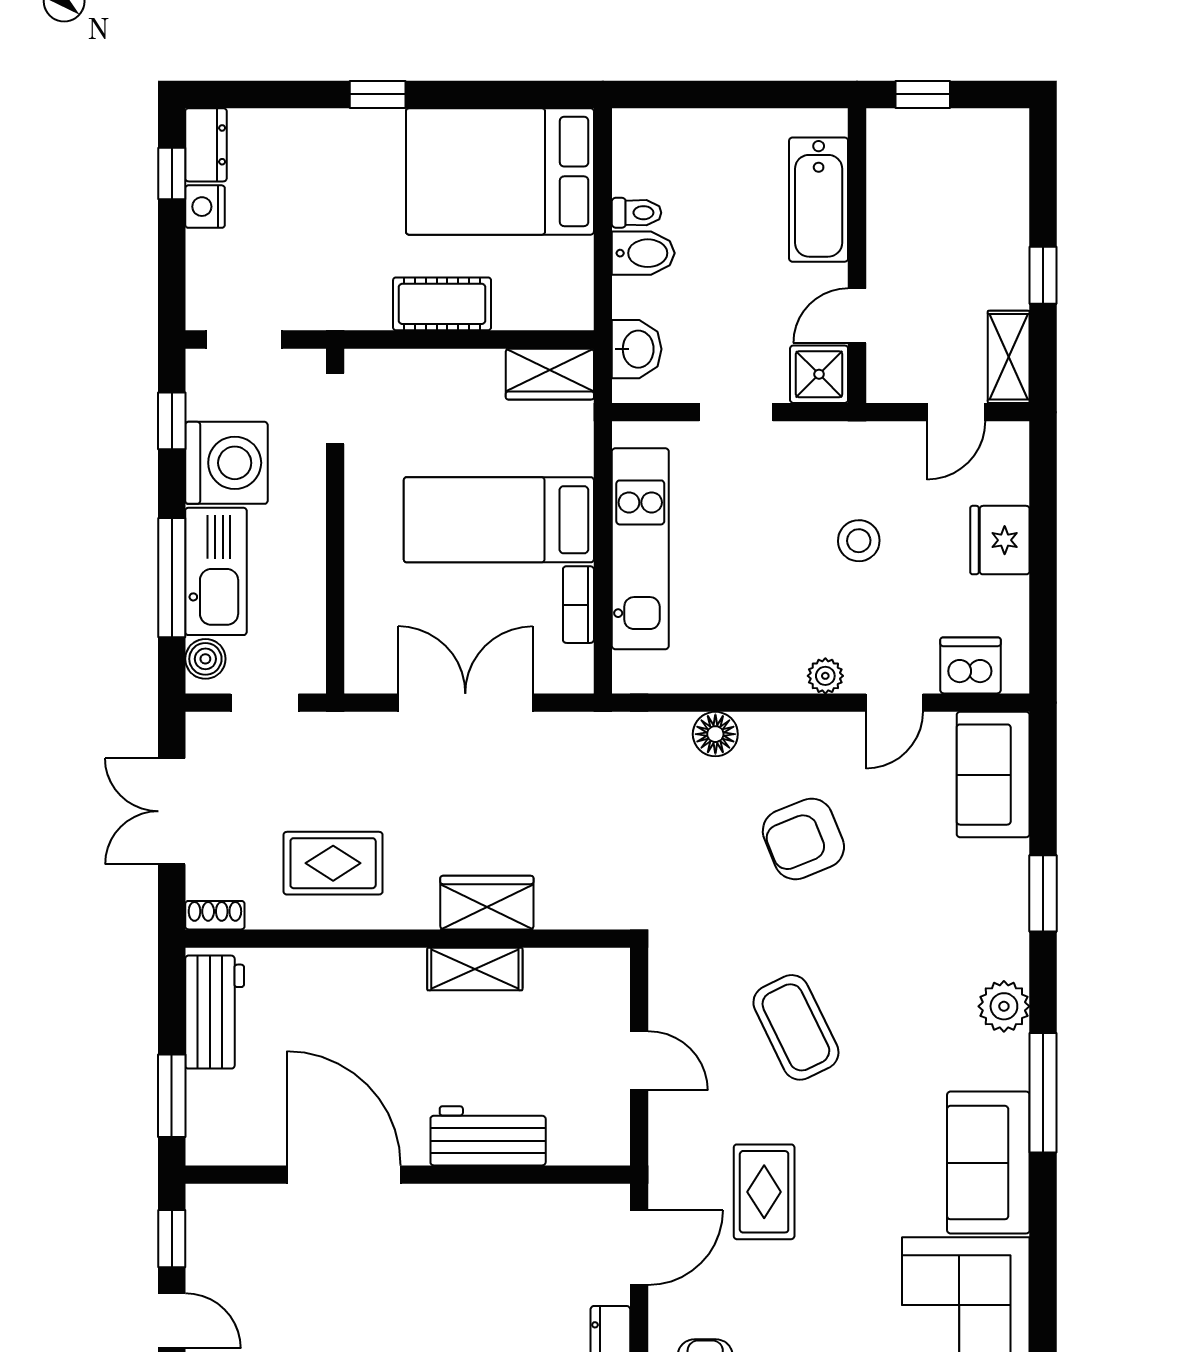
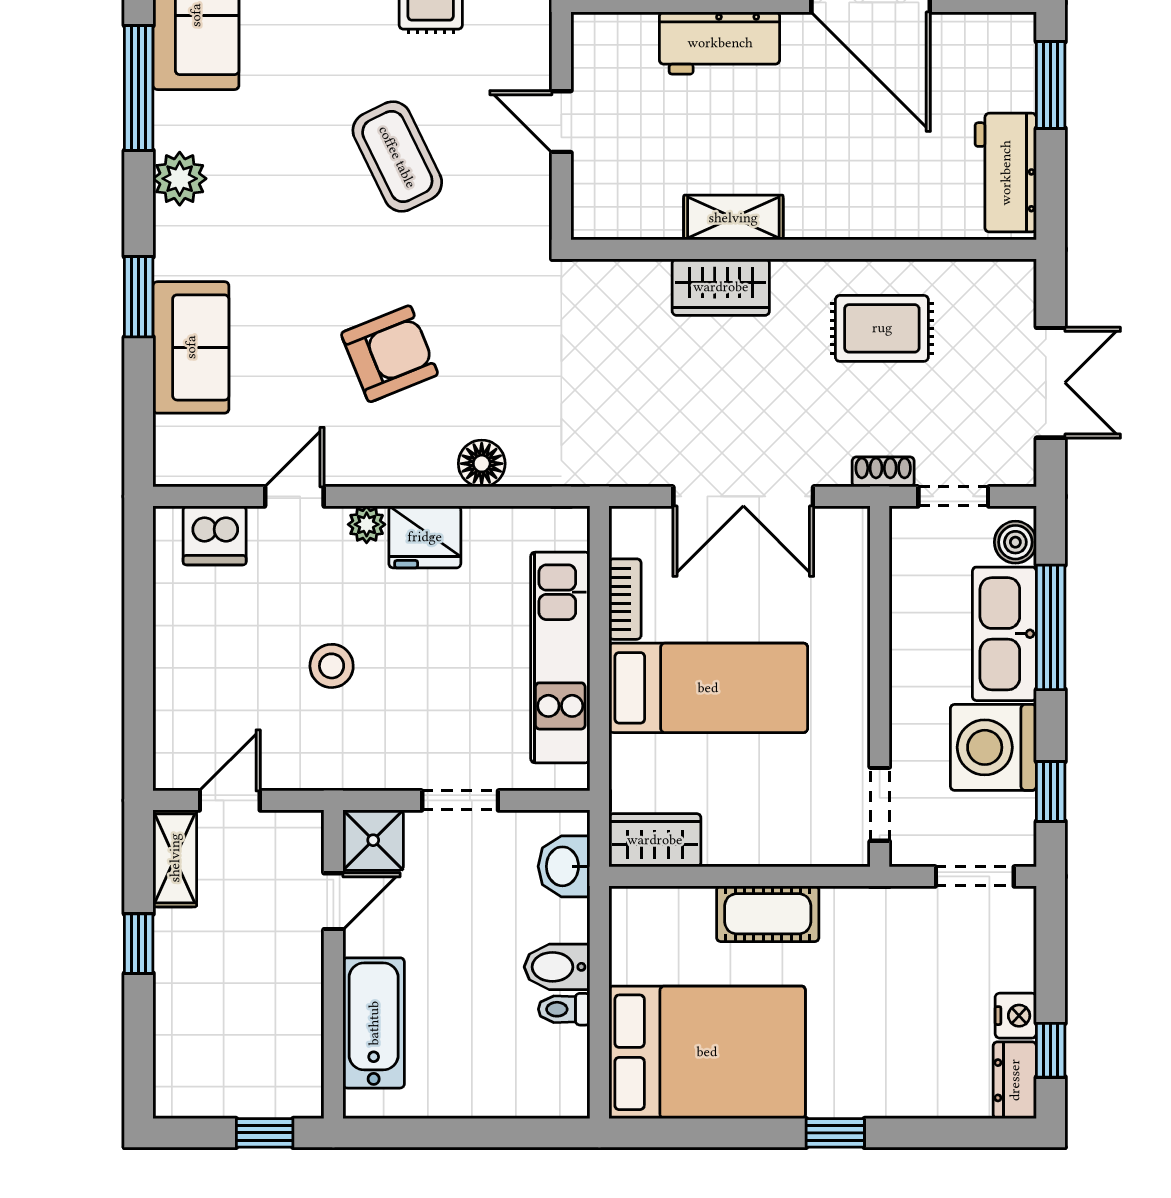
fridge: (1000, 540) -> (425, 537), moved, turned 90
sofa: (993, 775) -> (191, 347), moved
shoe rack: (215, 915) -> (883, 472), moved, turned 180

